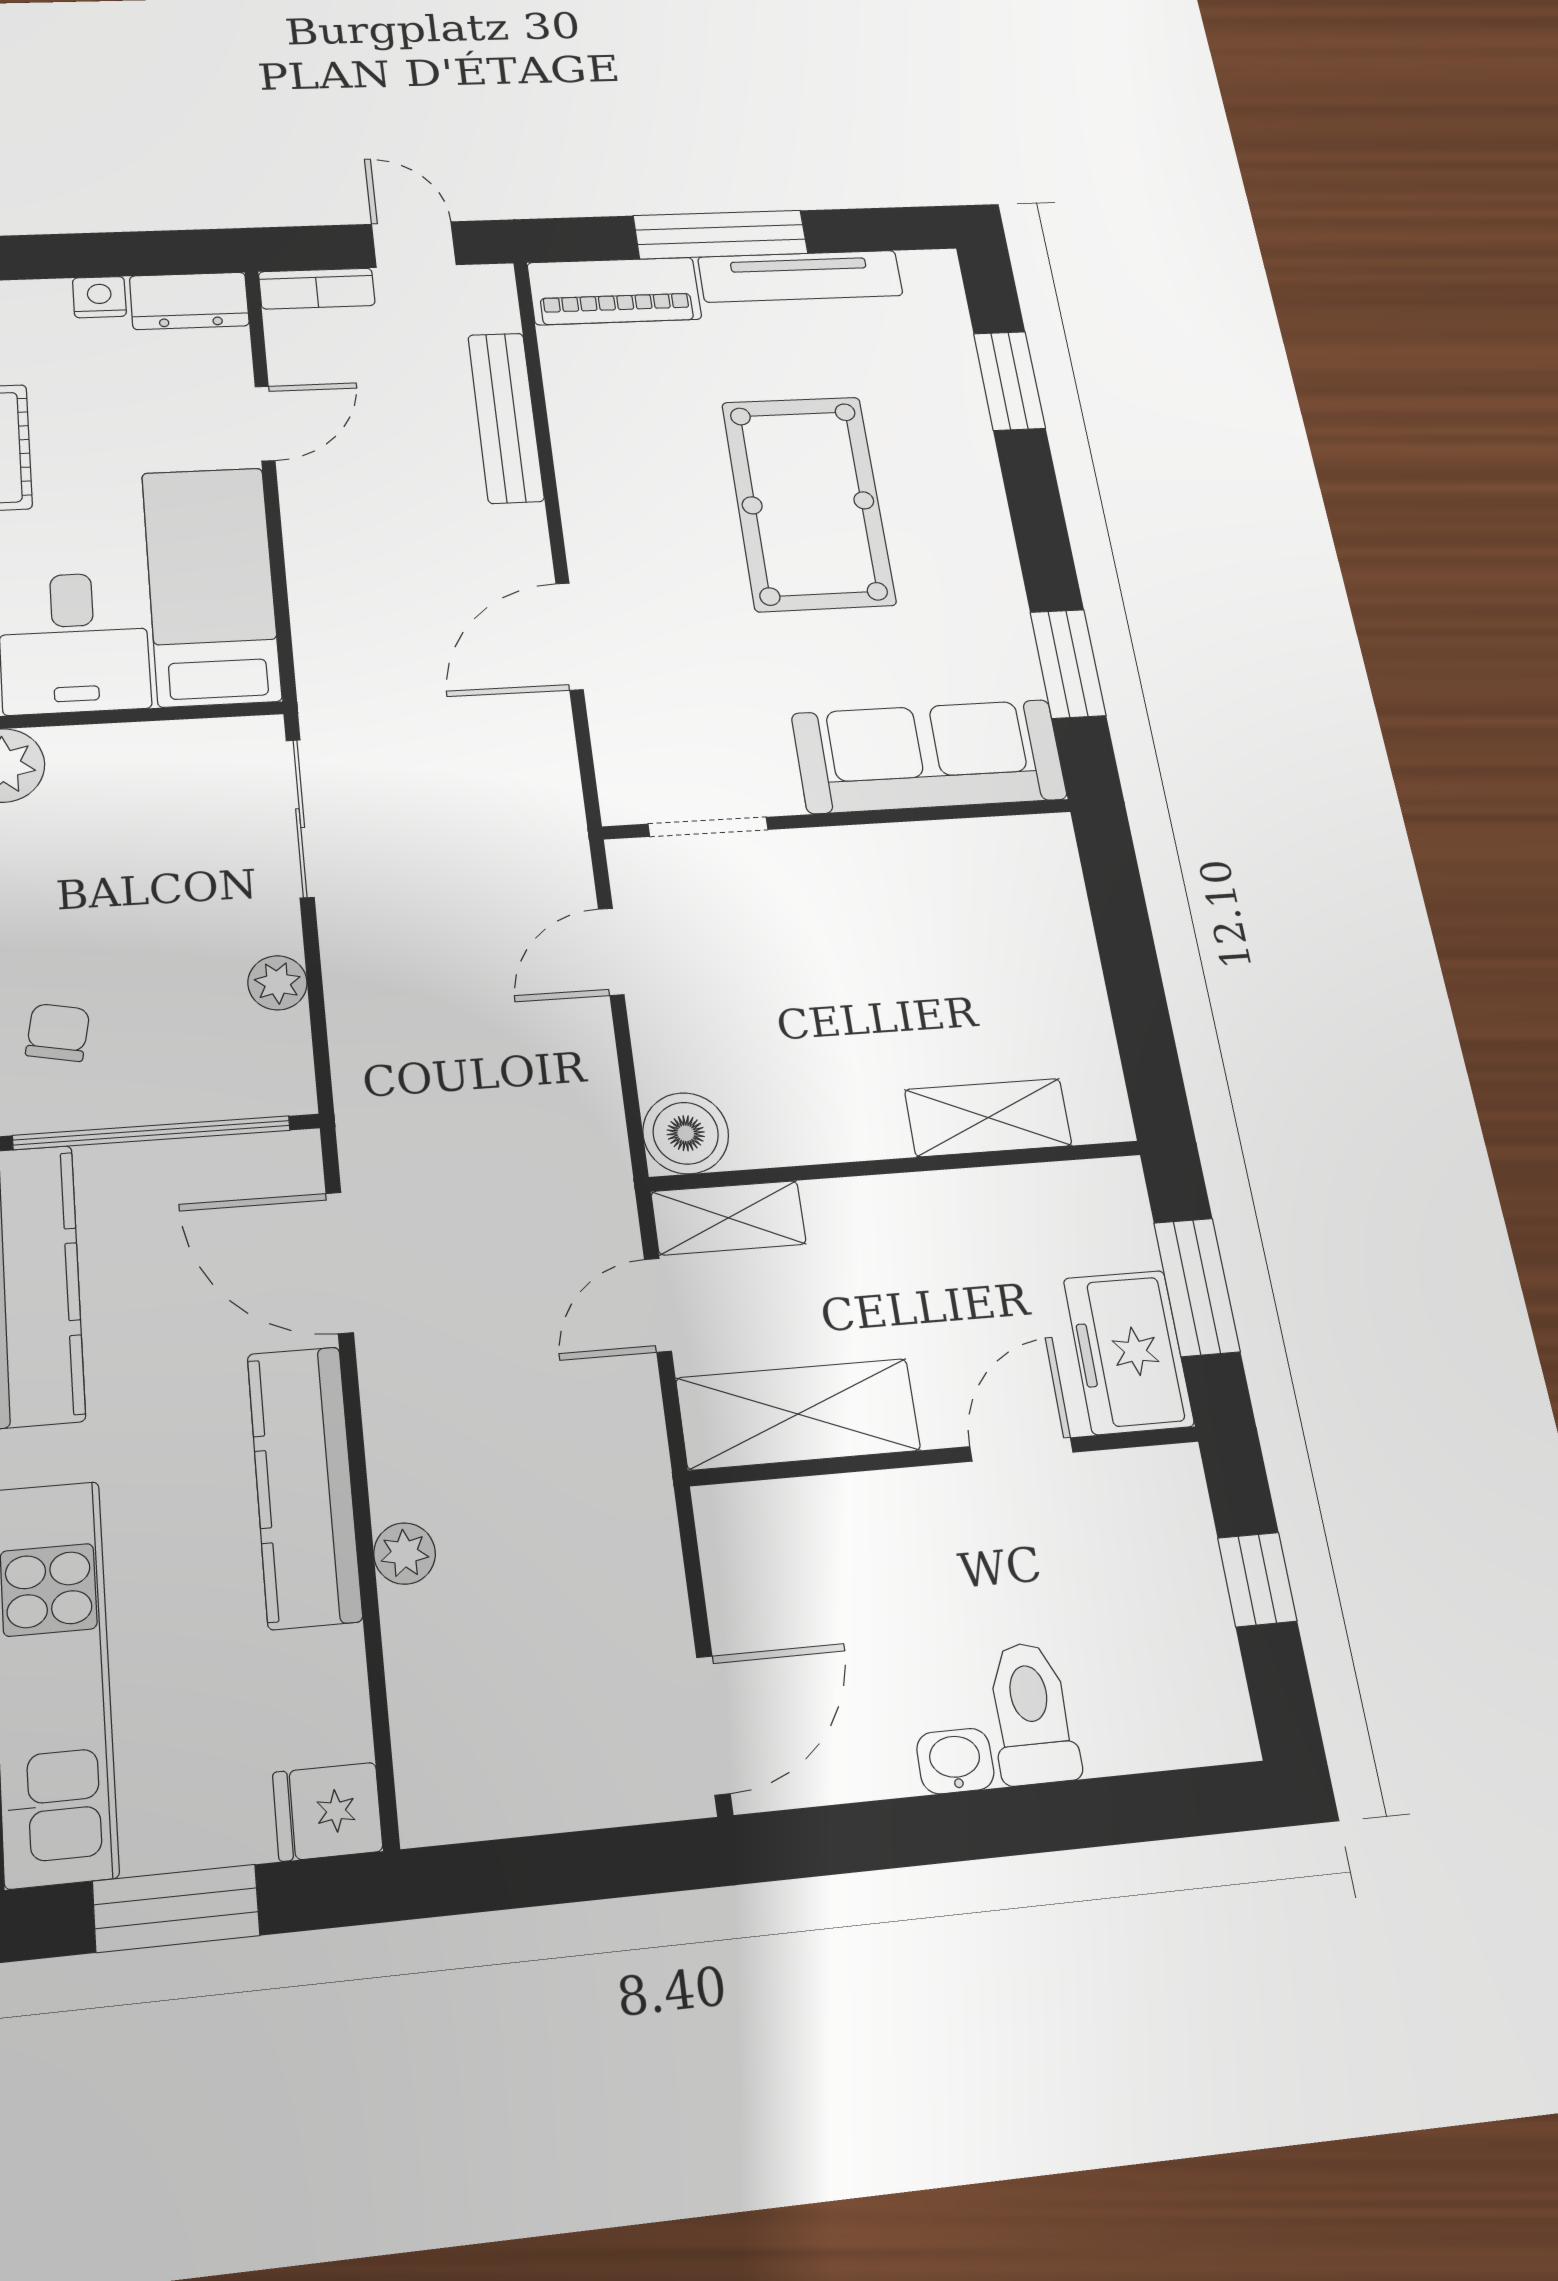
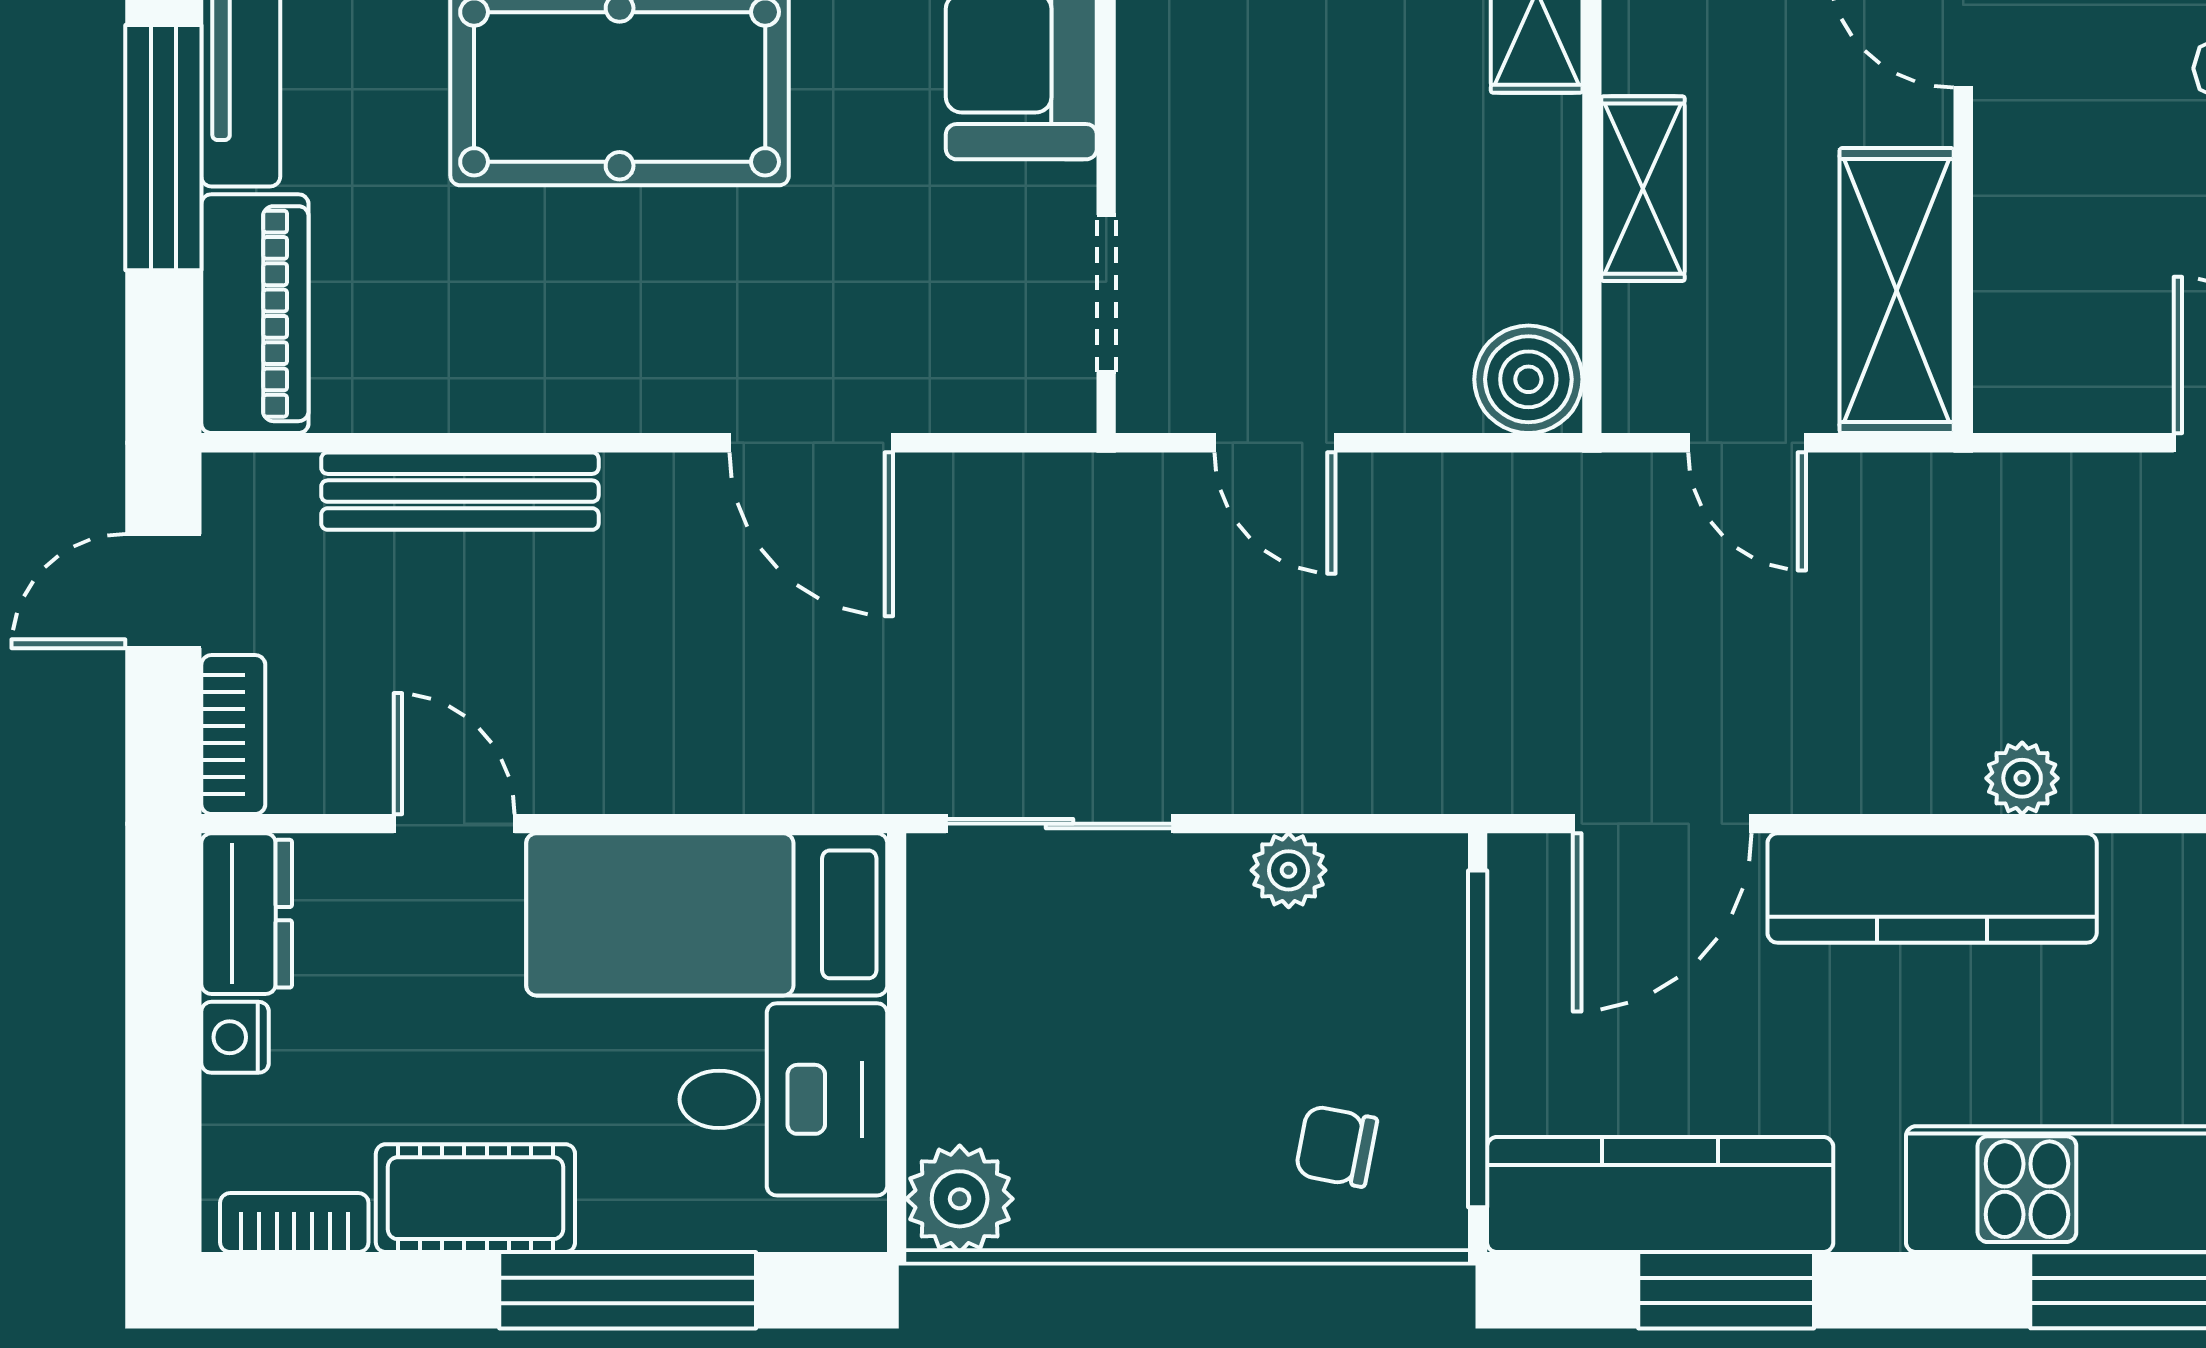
shelving: (728, 1218) -> (1643, 189), moved

